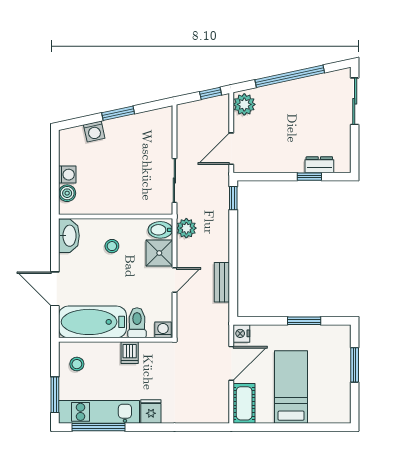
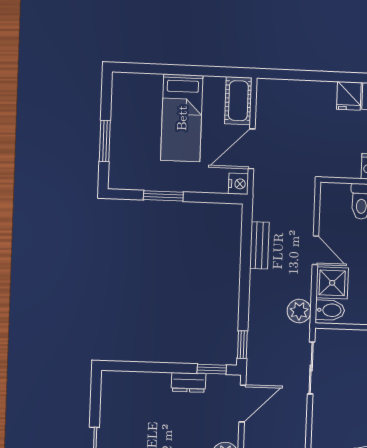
dresser: (319, 165) -> (189, 382), moved
window: (309, 177) -> (212, 369), moved
door: (174, 280) -> (315, 250), swing flipped
washing machine: (163, 330) -> (331, 192), removed

